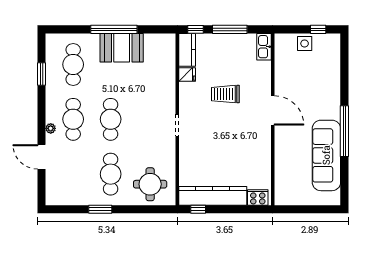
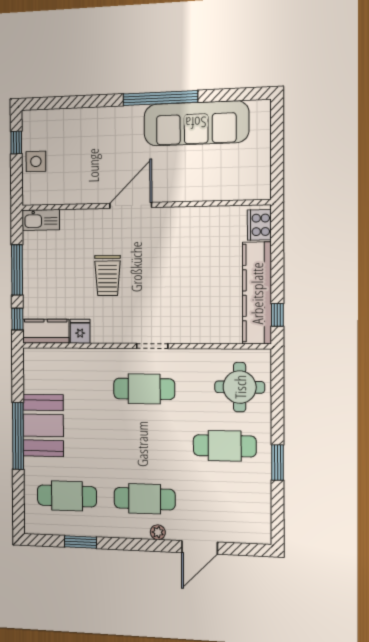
cafe table: (111, 119) -> (144, 389), moved

